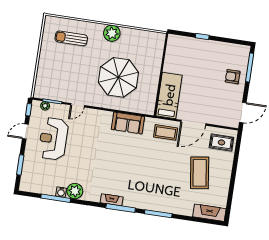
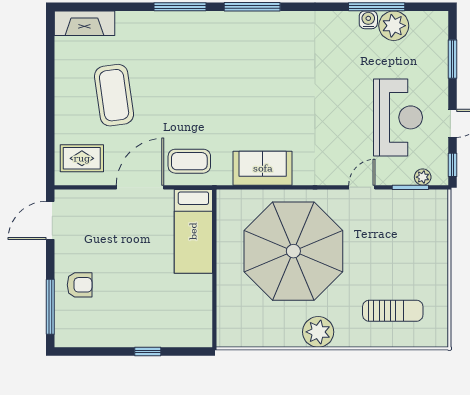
parasol: (118, 77) -> (293, 251), width x1.36, depth x1.36
plant: (75, 191) -> (394, 26), moved
fireplace: (112, 200) -> (271, 20), removed

